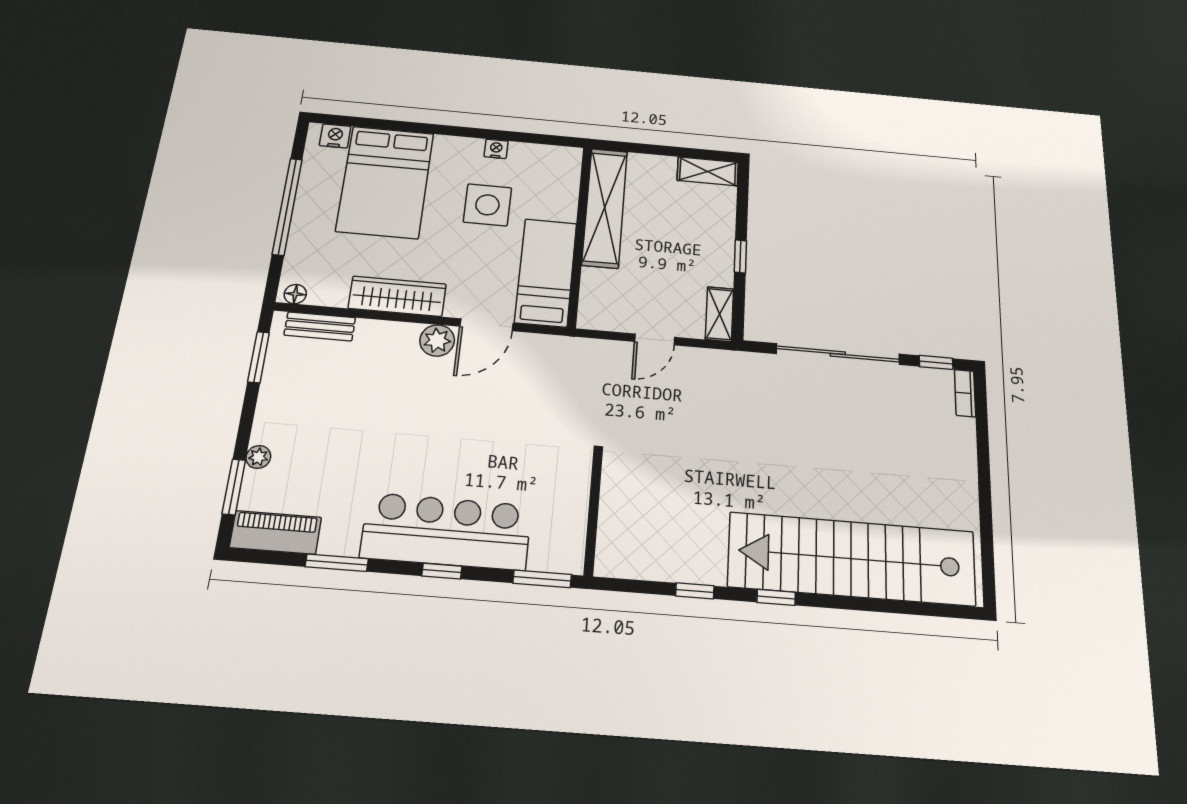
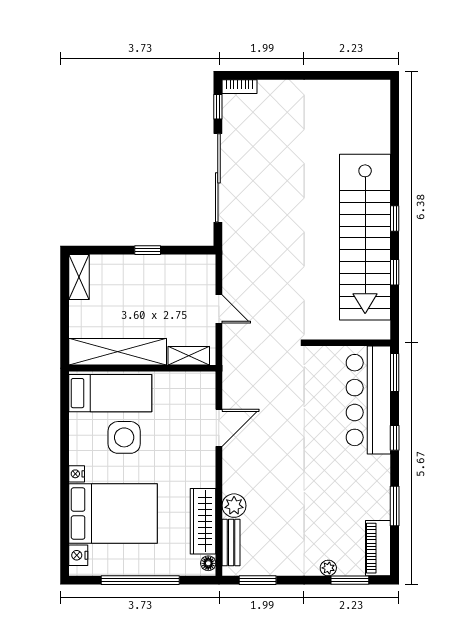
nightstand: (496, 149) -> (77, 474), moved
bed: (546, 272) -> (110, 393), moved, turned 180
wardrobe: (397, 296) -> (203, 521), moved
shelving: (719, 314) -> (189, 356), moved
door: (486, 325) -> (219, 428), hinge flipped
plant: (437, 340) -> (234, 506), moved
bar counter: (446, 531) -> (368, 400), moved
stairs: (852, 559) -> (365, 237), moved

